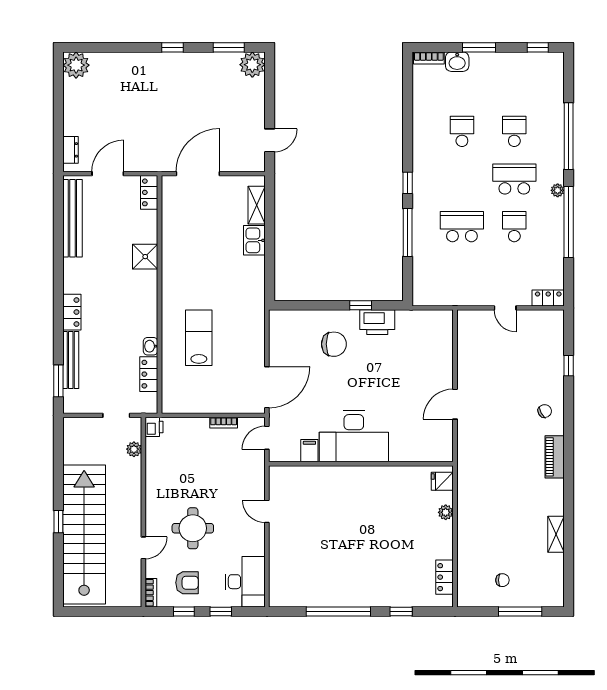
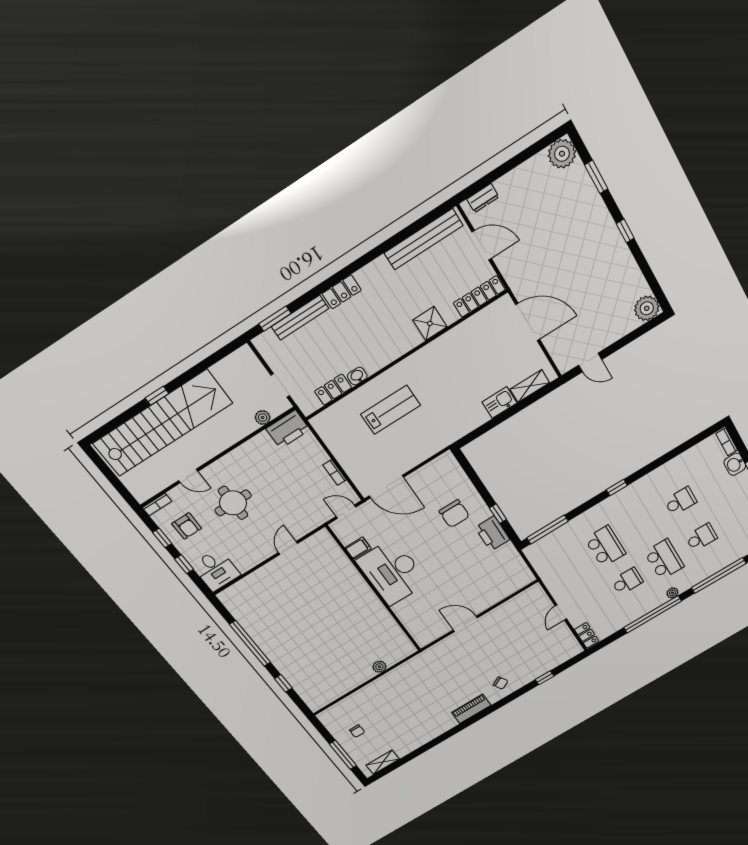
window: (229, 47) -> (596, 177), moved
locker: (149, 192) -> (479, 296), width x1.53
window: (408, 232) -> (547, 530), moved
printer: (154, 427) -> (288, 429), width x1.87, depth x1.48
fridge: (442, 481) -> (401, 651), removed
shelving: (556, 534) -> (383, 762), moved
locker: (445, 577) -> (331, 695), removed
desk: (245, 582) -> (216, 570), width x0.73

